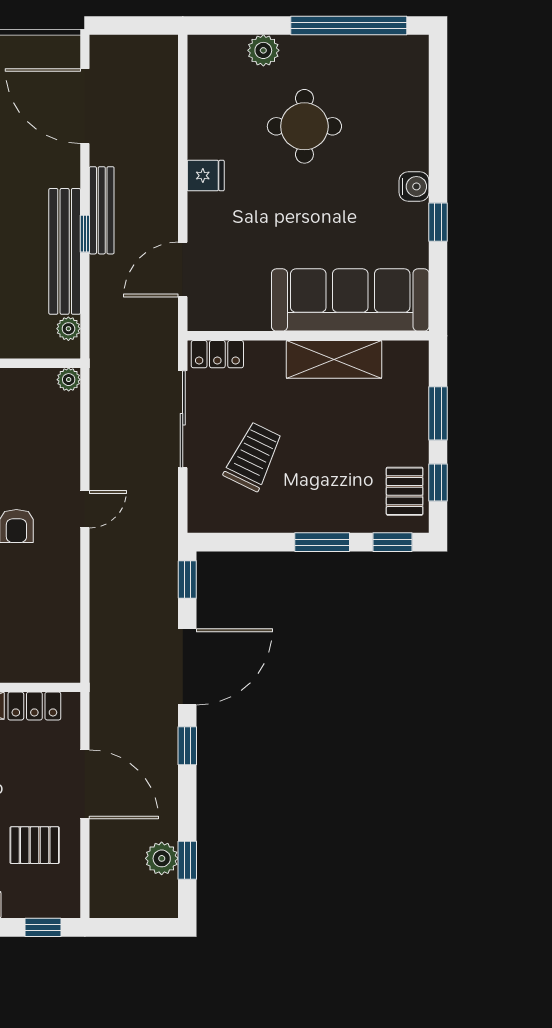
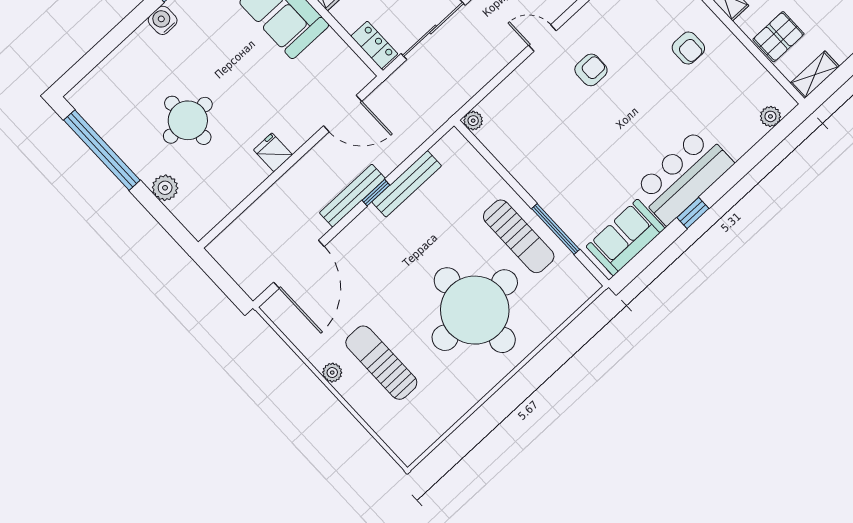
bench: (65, 251) -> (407, 184), width x0.73, depth x0.82
plant: (68, 329) -> (443, 149), removed

